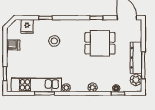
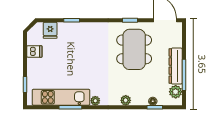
stool: (54, 41) -> (82, 47), removed
dining table: (100, 43) -> (134, 49), width x1.38

